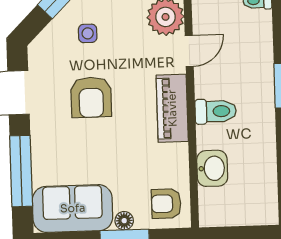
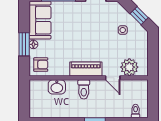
armchair: (91, 97) -> (92, 31), removed
armchair: (166, 204) -> (41, 65), turned 90

